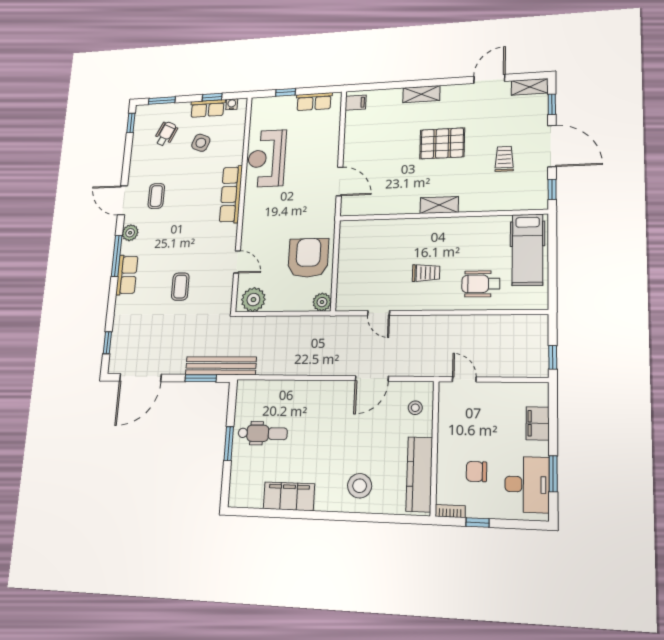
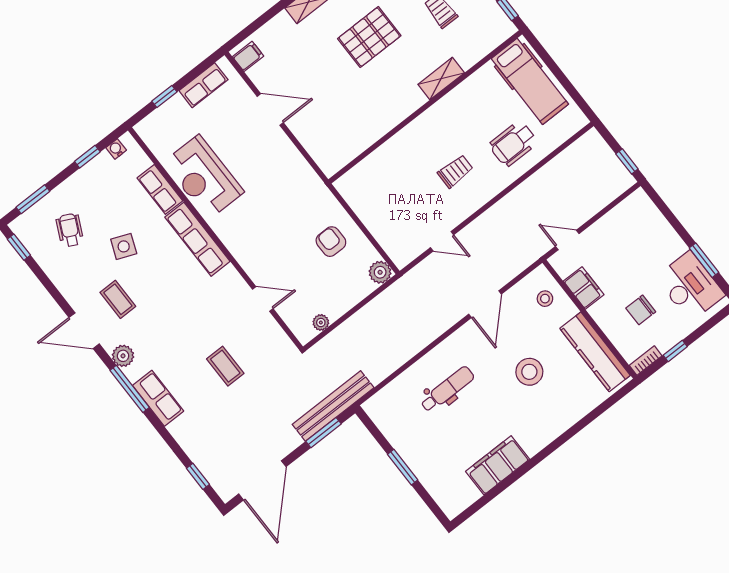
row of seats: (208, 108) -> (160, 189), moved, turned 90
side table: (201, 143) -> (124, 246), moved
door: (339, 181) -> (270, 109), moved
shelving: (439, 205) -> (441, 79), moved
armchair: (308, 258) -> (331, 242), width x0.53, depth x0.53
plant: (253, 300) -> (321, 322), width x0.53, depth x0.53
filing cabinet: (538, 423) -> (584, 288), moved, turned 180
dental chair: (263, 433) -> (447, 389), moved
stool: (360, 486) -> (529, 372), moved

